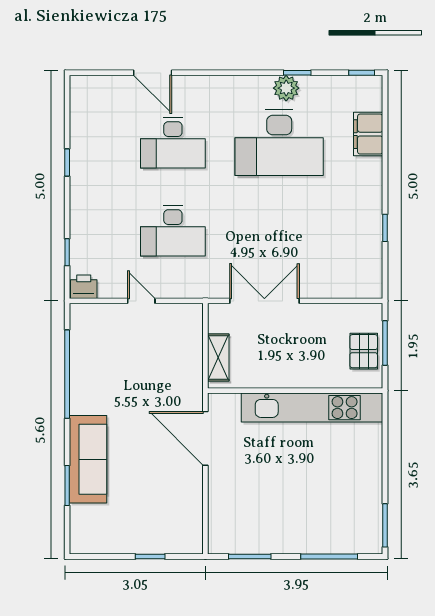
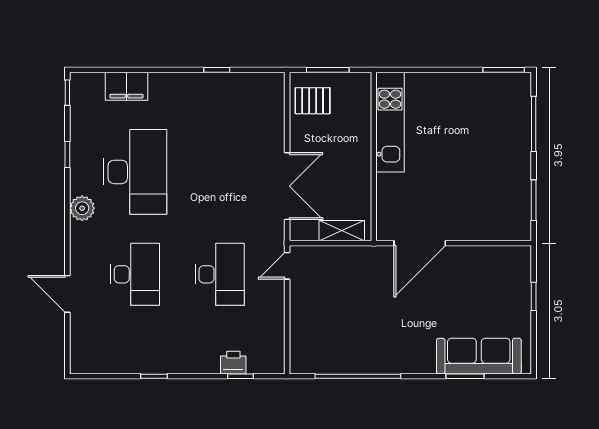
door: (153, 73) -> (67, 294), swing flipped
plant: (286, 88) -> (82, 208), moved
printer: (84, 287) -> (233, 363), moved, turned 90
door: (141, 301) -> (287, 266), moved
double door: (264, 301) -> (287, 186), swing flipped
pallet: (364, 351) -> (313, 101), moved
kitchen unit: (312, 408) -> (390, 122), width x0.73
sofa: (88, 459) -> (479, 356), moved

